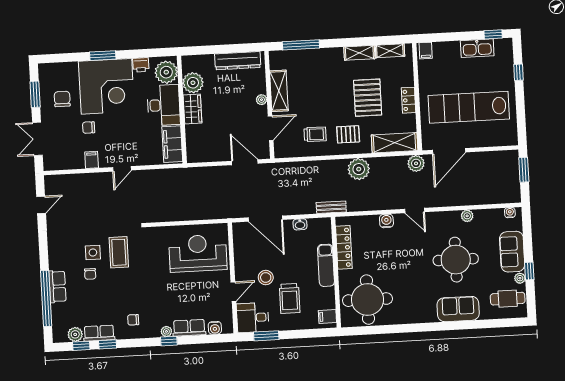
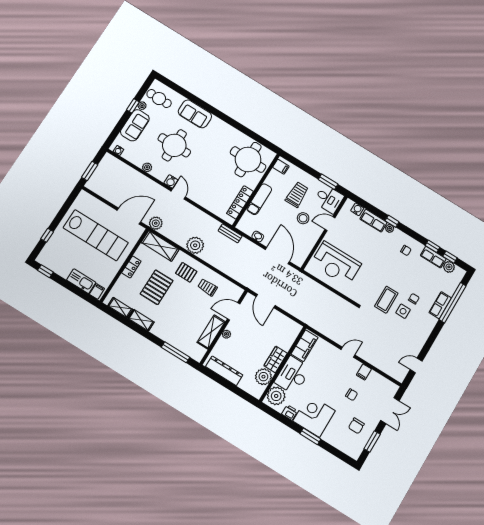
kitchen sink: (477, 48) -> (81, 281), moved
corner desk: (106, 86) -> (314, 416), width x0.74, depth x0.74
water cooler: (386, 221) -> (171, 182), moved

